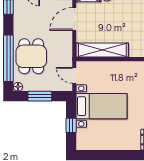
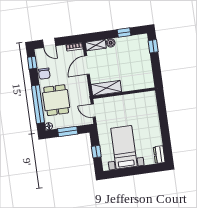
chair: (21, 22) -> (44, 74), added
shelving: (102, 50) -> (106, 88), width x0.68
bed with nightstands: (102, 106) -> (124, 147), moved, turned -90

